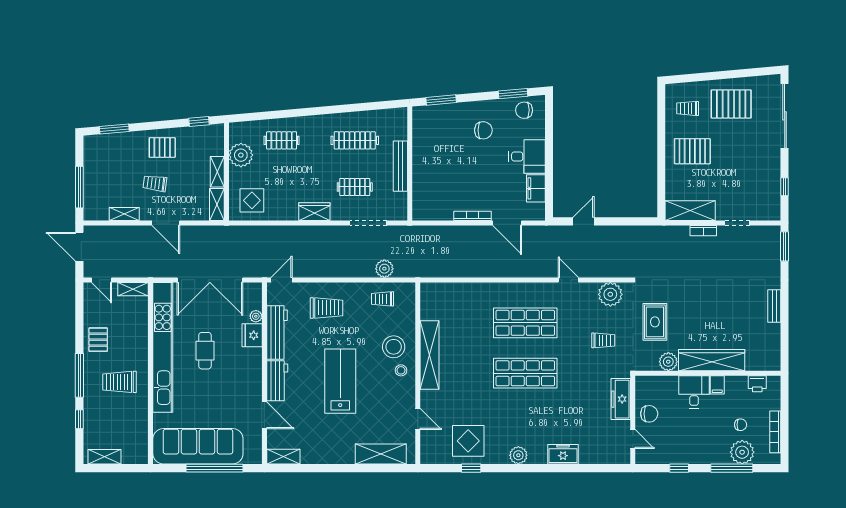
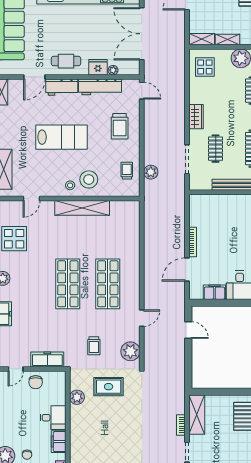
cafe table: (205, 351) -> (66, 61), moved
wardrobe: (712, 360) -> (78, 432), removed
filing cabinet: (717, 385) -> (59, 442), width x2.00

